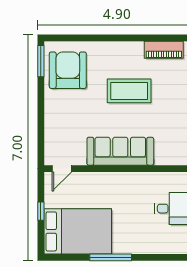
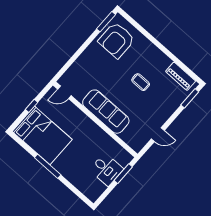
armchair: (68, 70) -> (117, 40), turned 180
coffee table: (129, 91) -> (141, 82), width x0.54, depth x0.58

